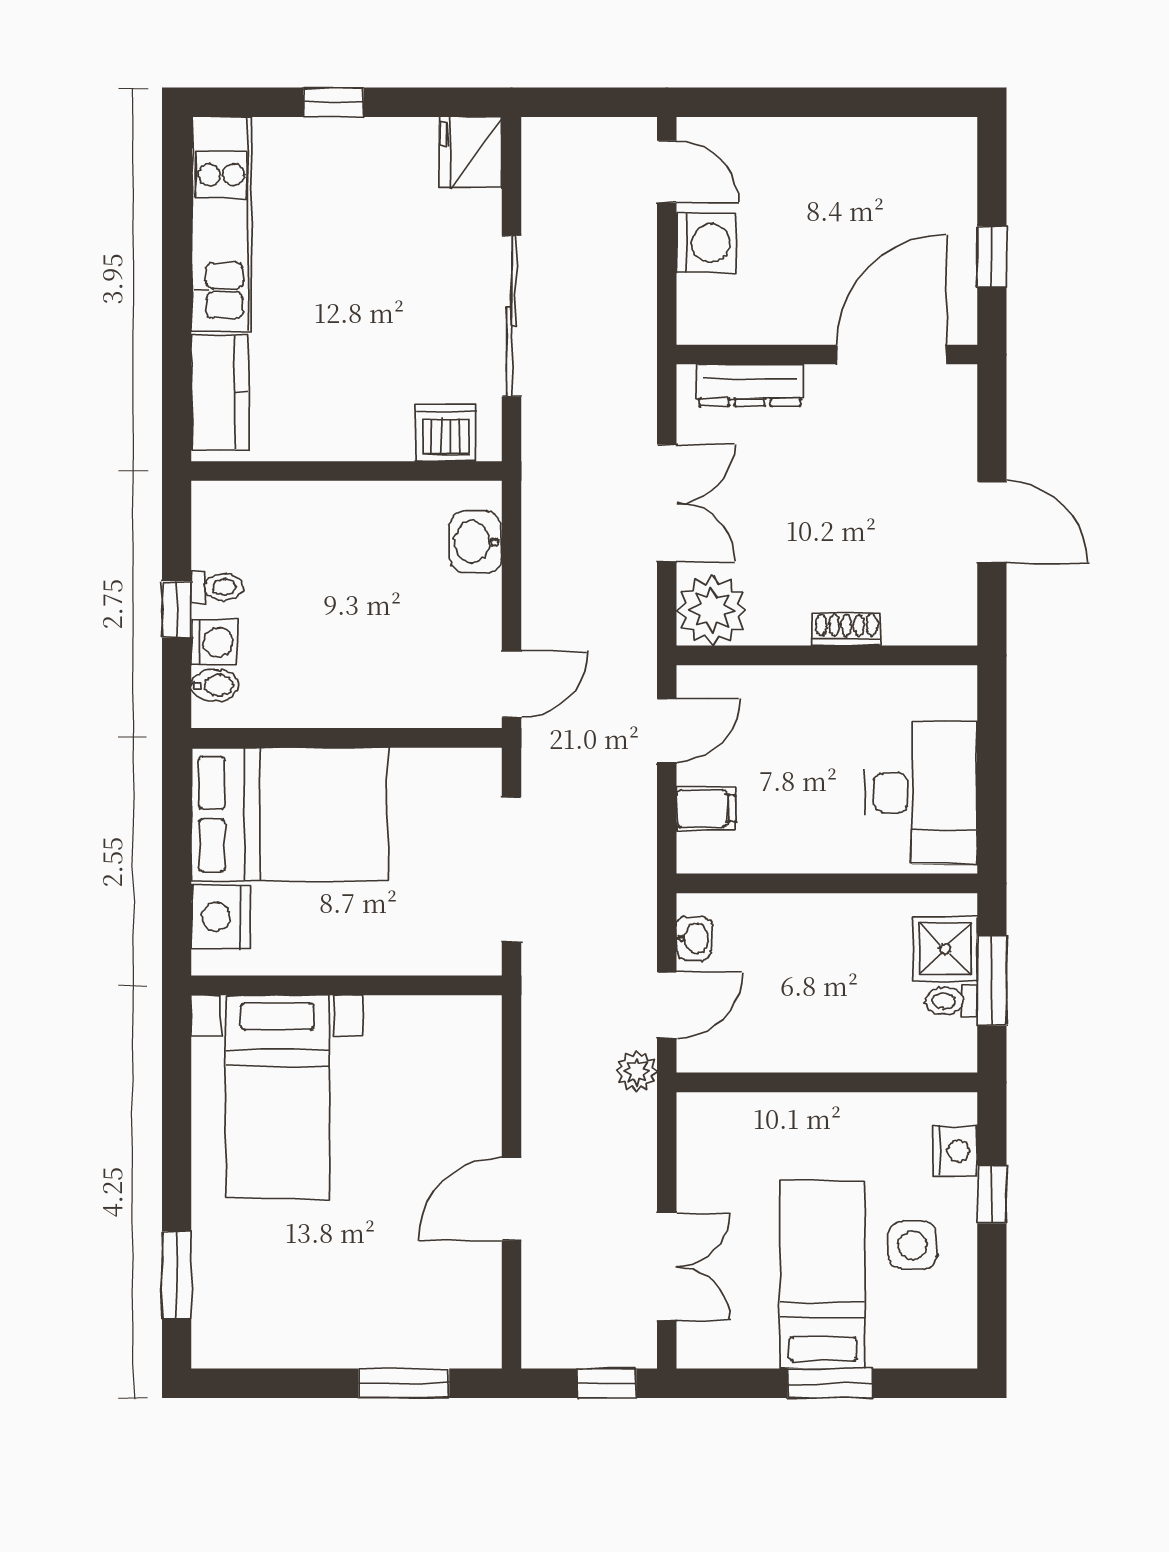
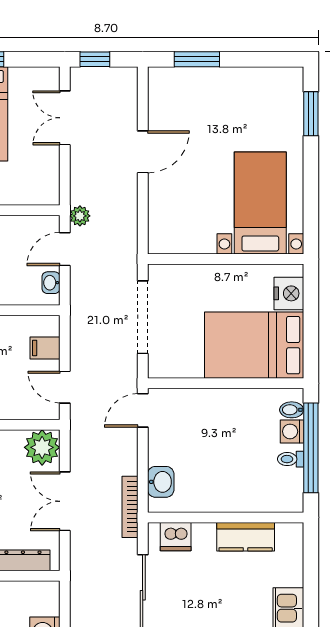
kitchen counter: (220, 392) -> (246, 537), moved, turned -90
bookcase: (537, 492) -> (130, 507), added
window: (177, 609) -> (311, 448), width x3.17
door: (667, 730) -> (65, 387), hinge flipped

